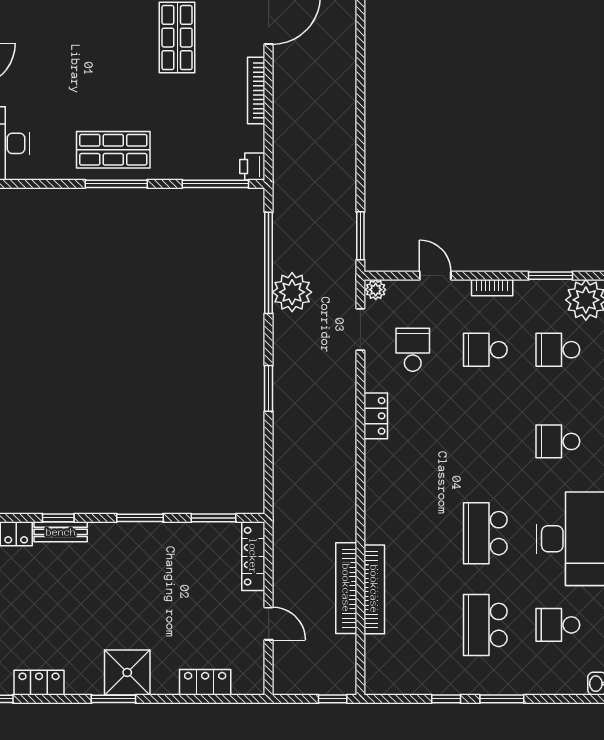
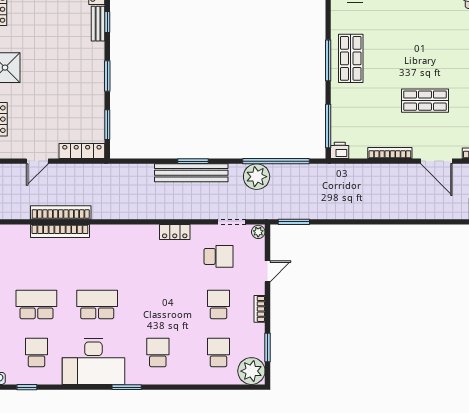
bench: (286, 391) -> (191, 173), added

